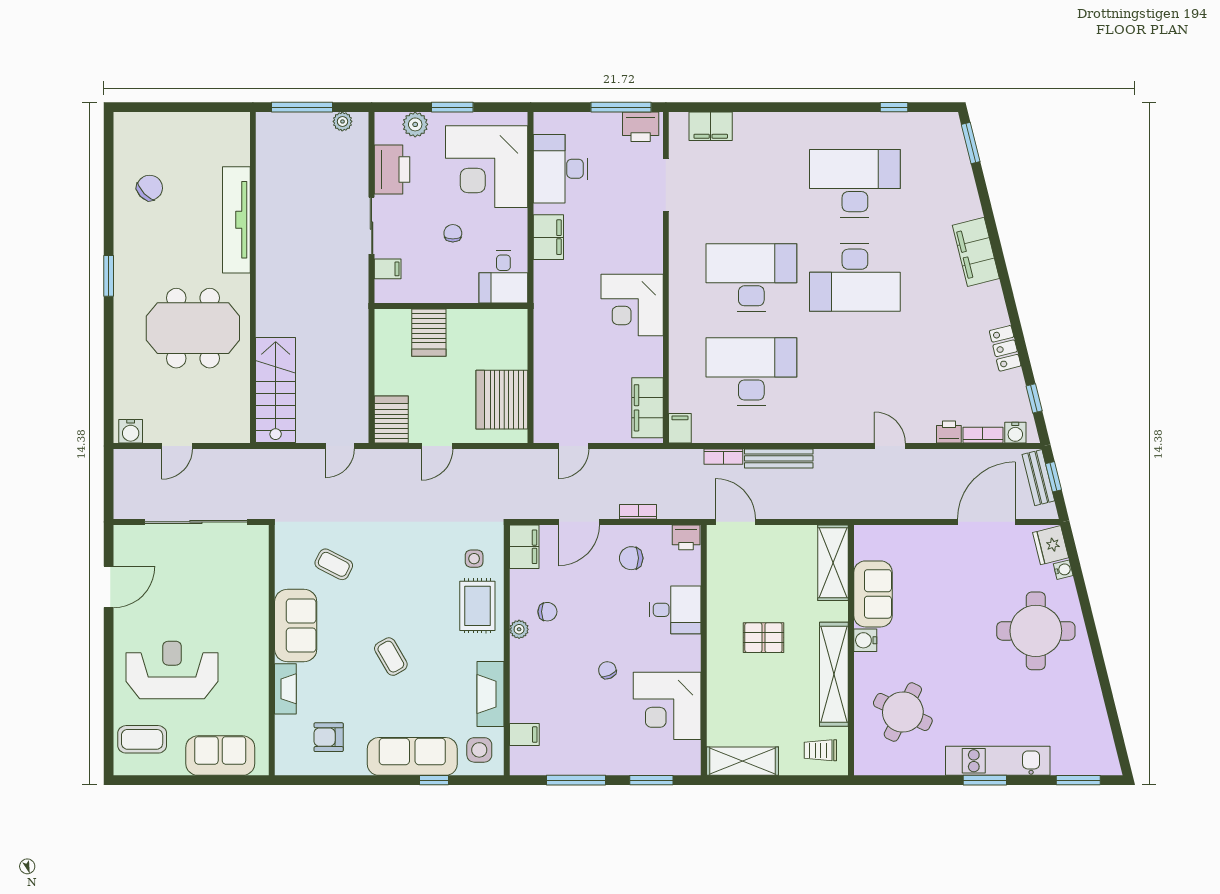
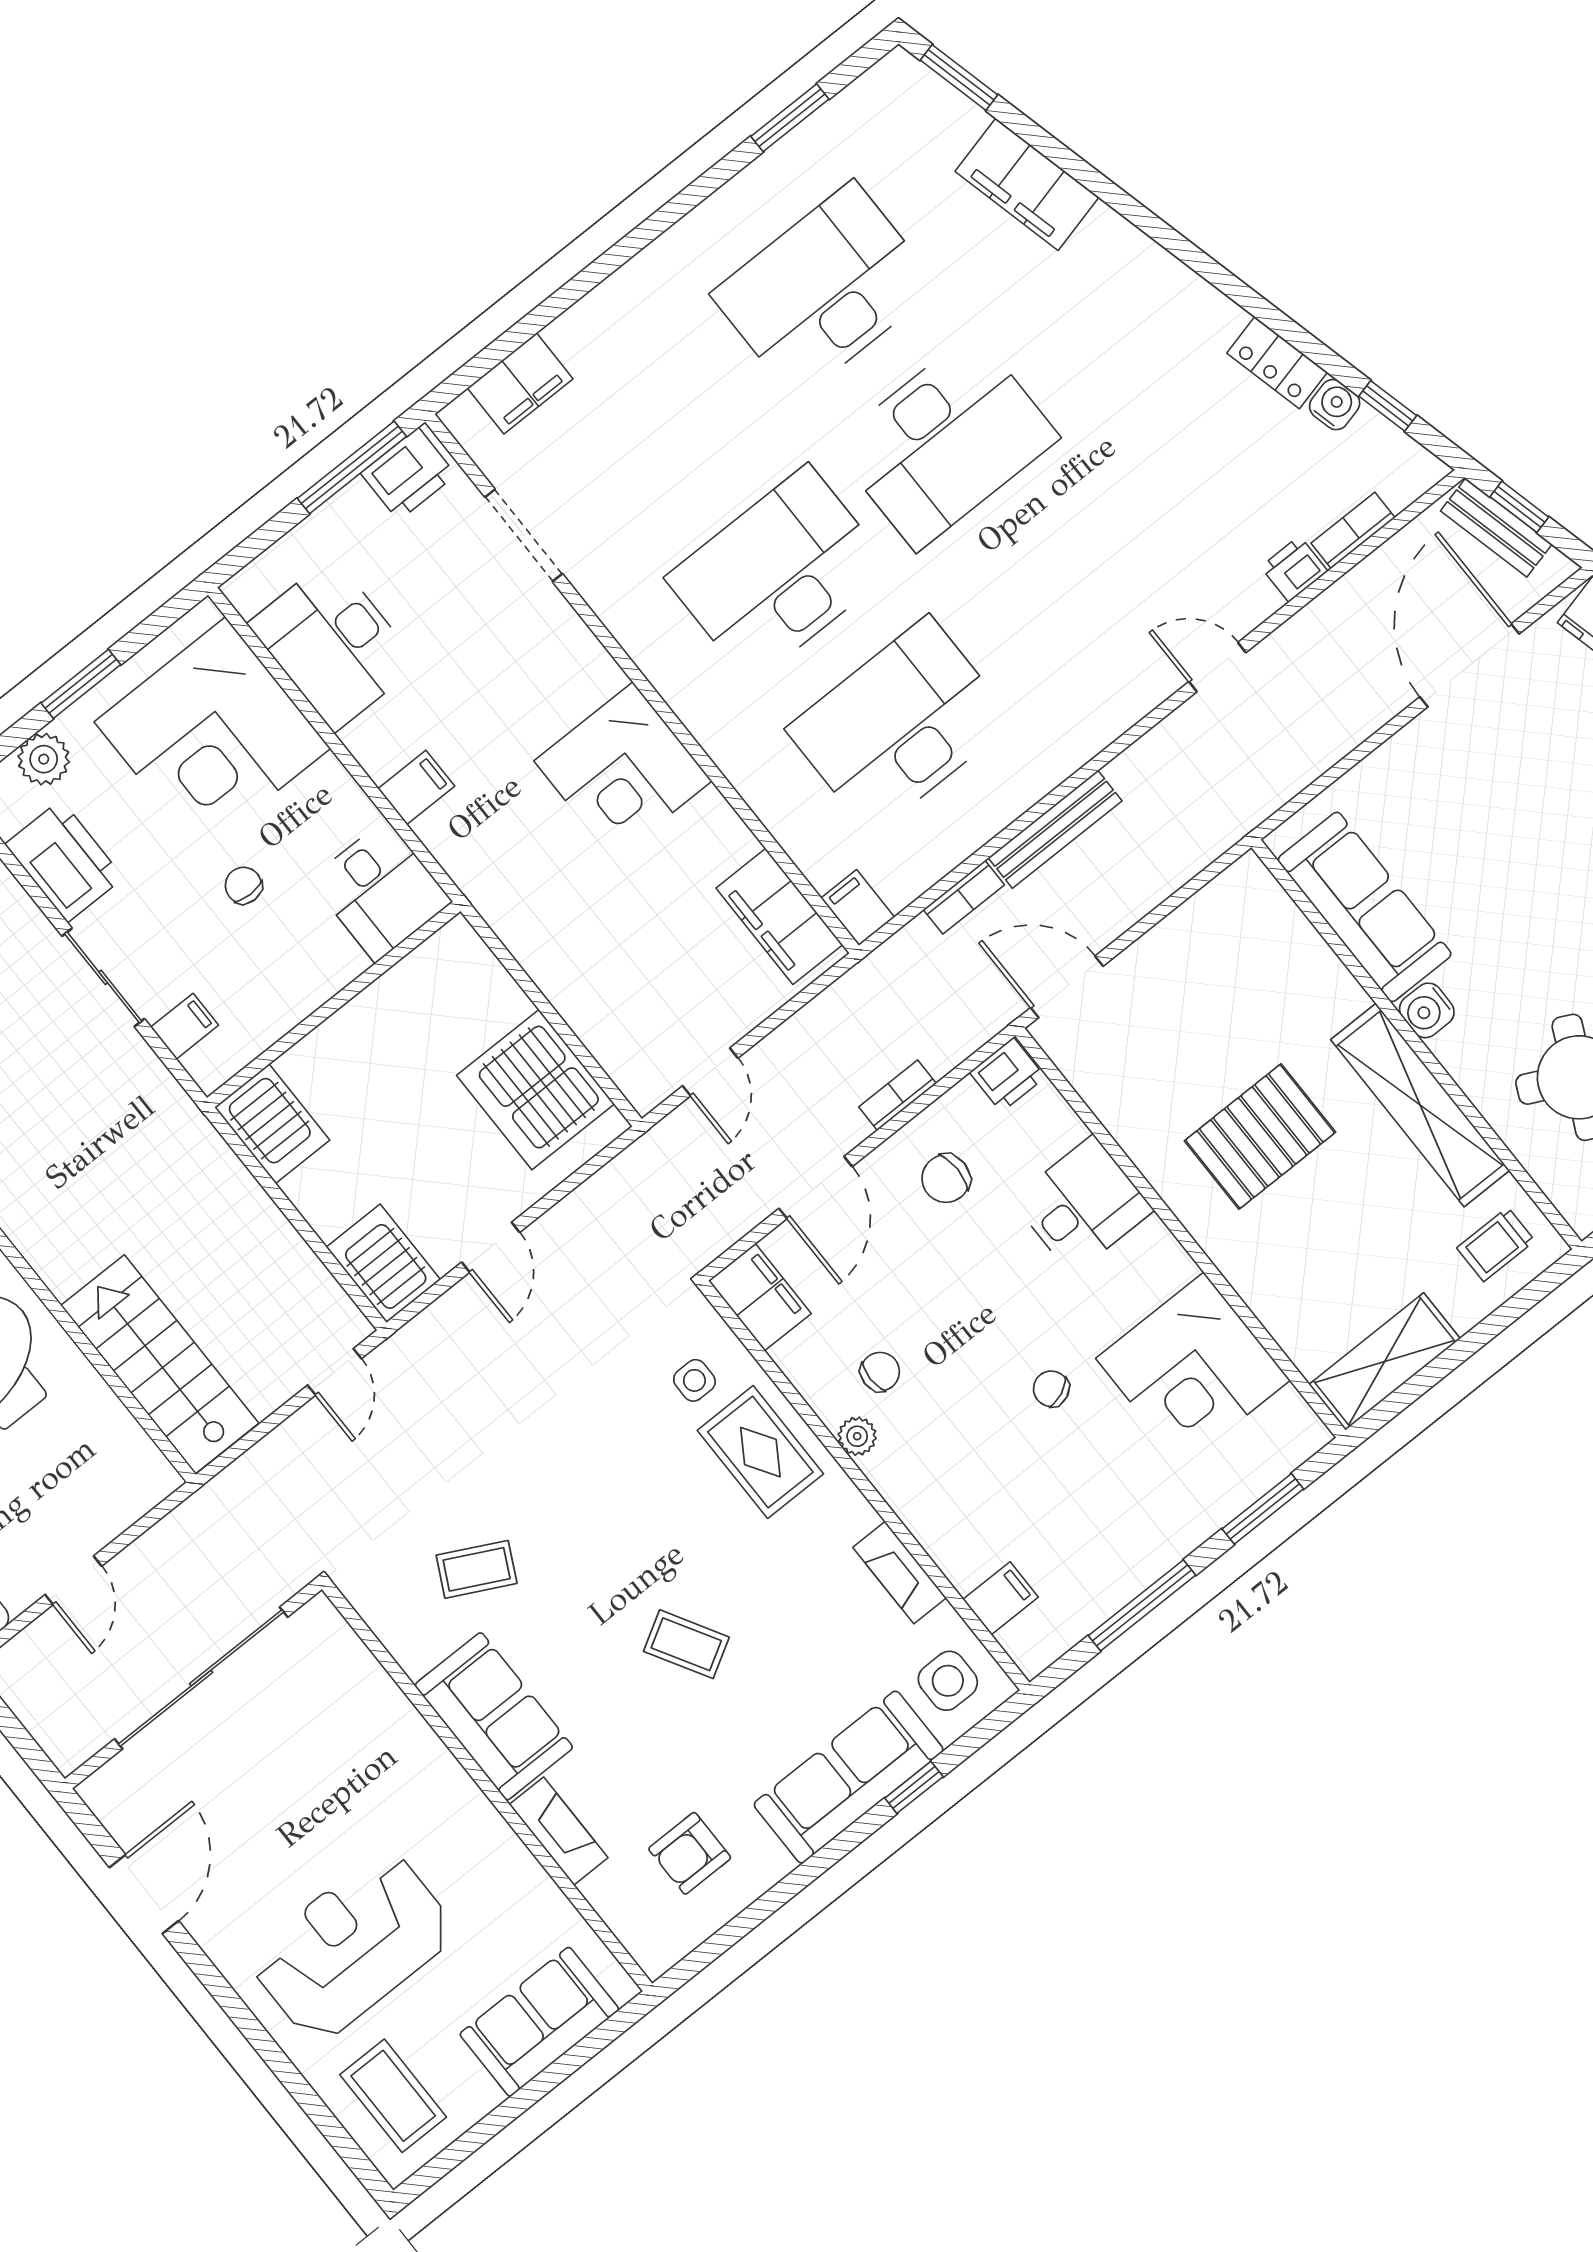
window: (894, 107) -> (790, 118), width x1.50
filing cabinet: (548, 237) -> (416, 787), width x0.50
filing cabinet: (976, 252) -> (1027, 184), moved
server rack: (429, 333) -> (272, 1124), moved
water cooler: (1015, 433) -> (1335, 405), moved, turned -104
shelving: (833, 563) -> (1276, 927), removed
sofa: (873, 594) -> (1365, 907), width x1.36
pallet: (763, 638) -> (1260, 1136), width x1.50, depth x1.42
fireplace: (491, 694) -> (900, 1573), width x0.73, depth x0.76
coffee table: (142, 739) -> (393, 2096), turned 90

